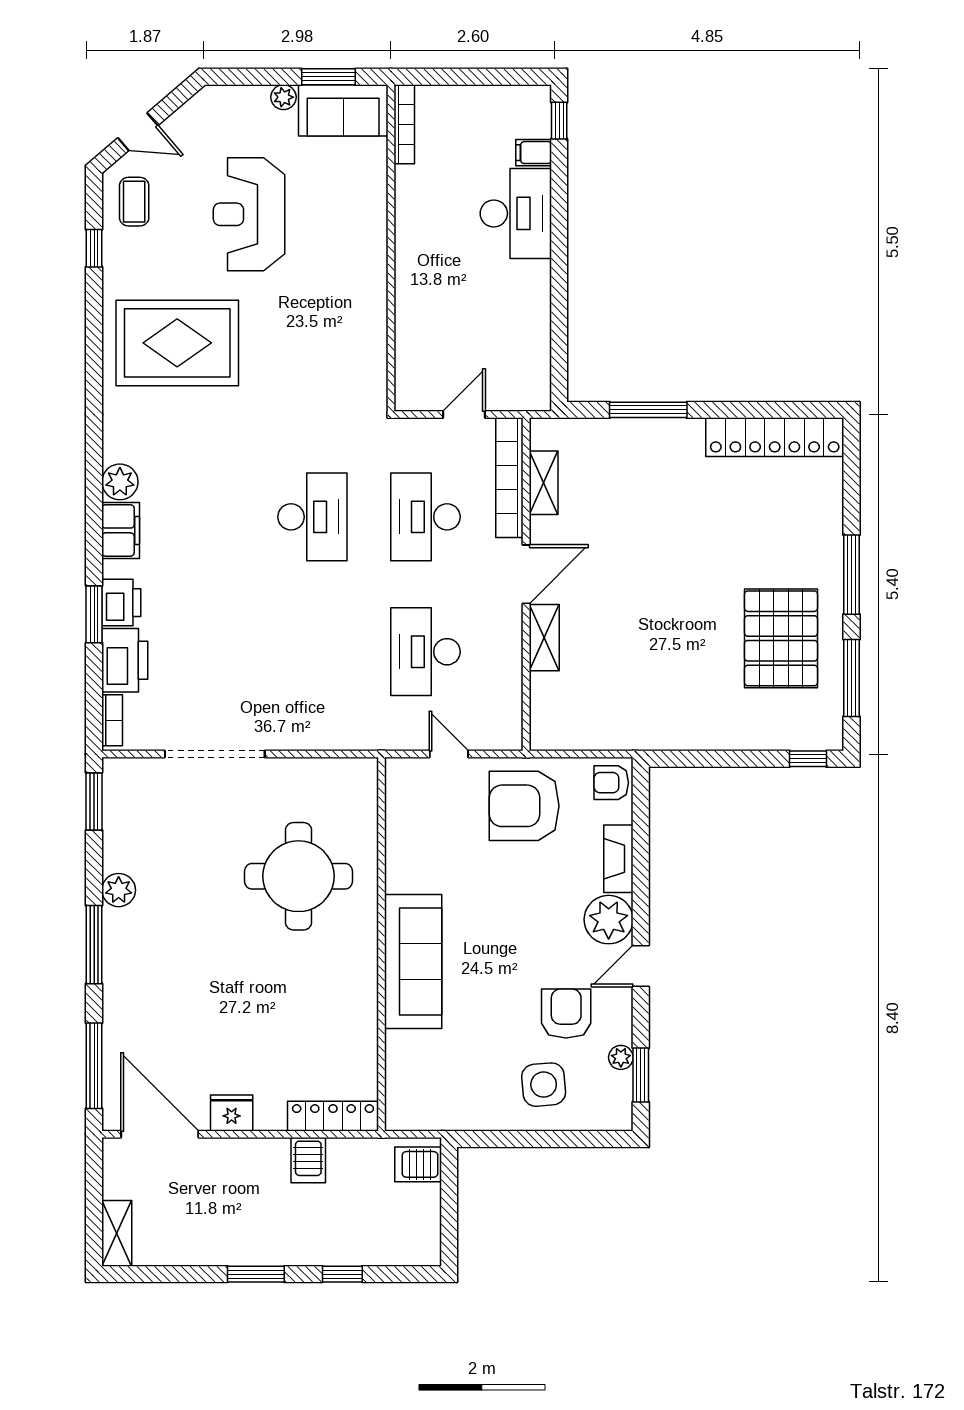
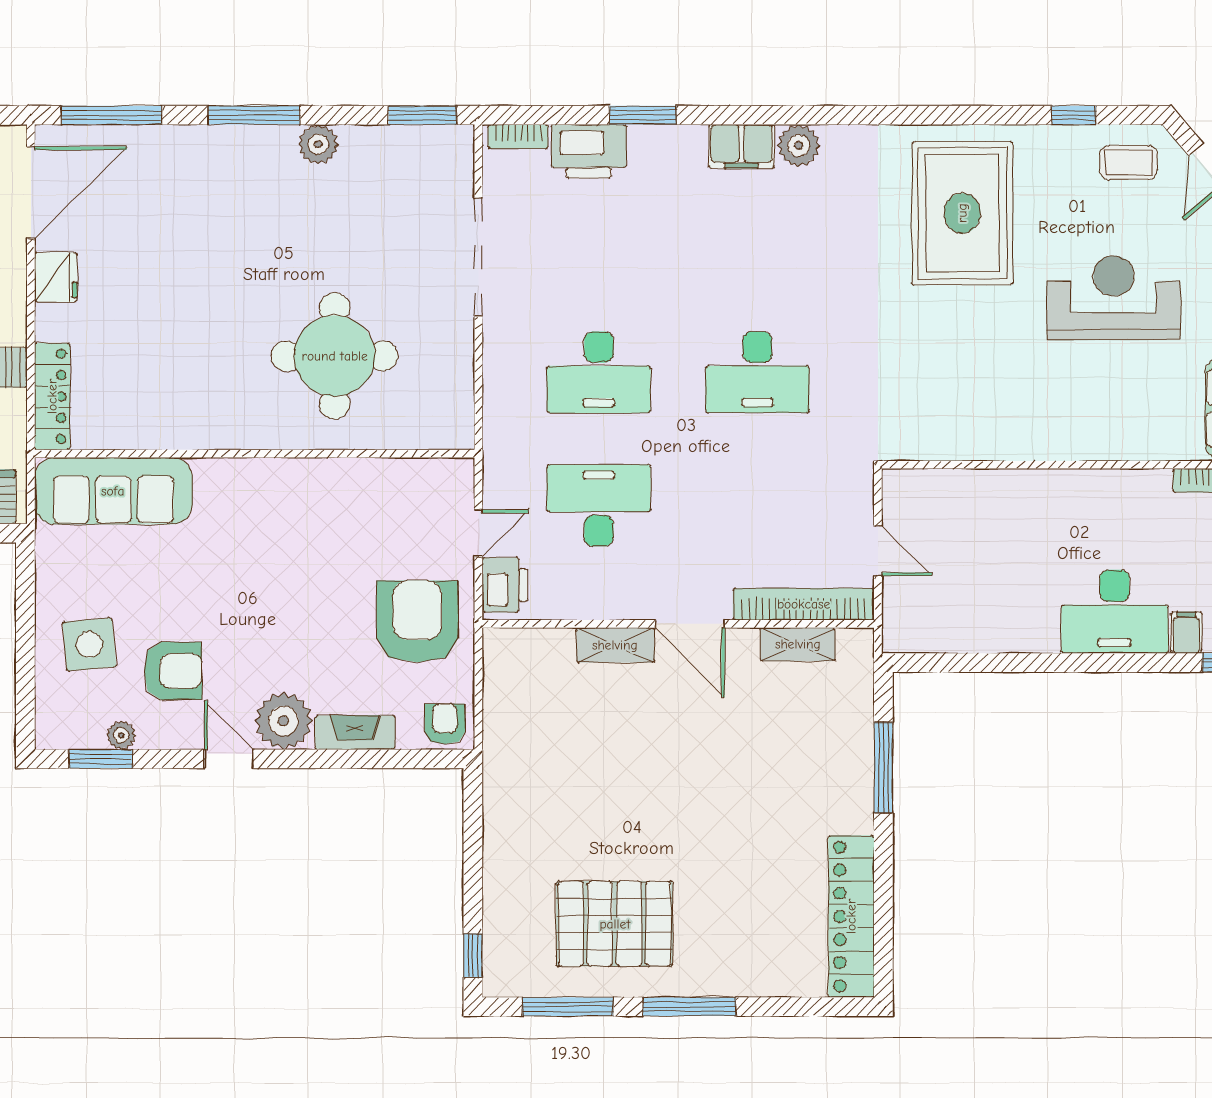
desk: (426, 517) -> (599, 372), moved, turned 180
printer: (121, 603) -> (505, 585), moved, turned -90
sofa: (413, 962) -> (113, 491), moved

